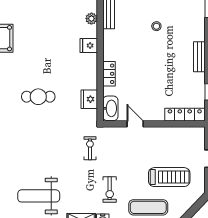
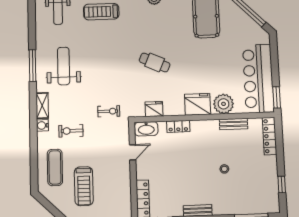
plant: (91, 19) -> (224, 104), width x1.87, depth x1.87
fridge: (89, 46) -> (198, 104), width x1.88, depth x1.34
cafe table: (38, 97) -> (155, 62), turned -66

